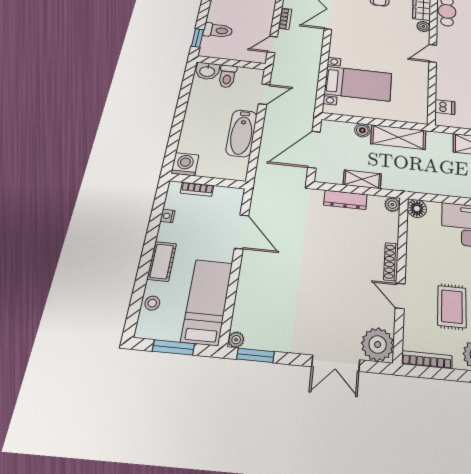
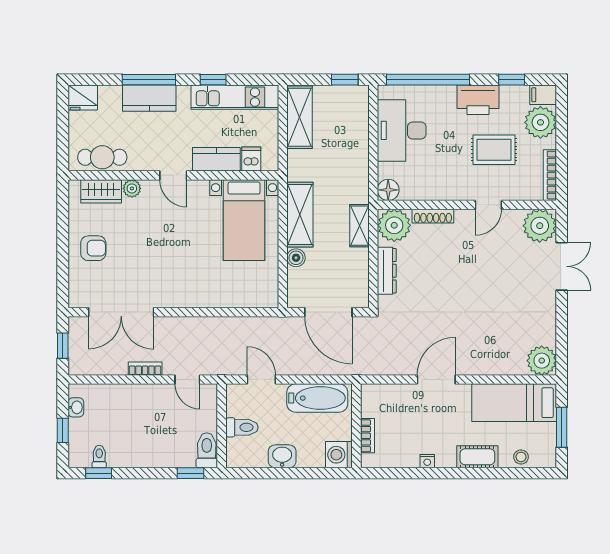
toilet: (218, 30) -> (207, 450), moved
washbasin: (207, 71) -> (282, 456), moved, turned -90
kitchen counter: (445, 83) -> (216, 159), added
bed with nightstands: (358, 84) -> (244, 220), moved, turned 180
washing machine: (185, 164) -> (339, 455), moved
shelving: (362, 179) -> (360, 226), moved
wall: (208, 181) -> (356, 426), moved
bookcase: (197, 189) -> (368, 436), moved
plant: (392, 205) -> (394, 225), width x1.88, depth x1.88
shoe rack: (391, 262) -> (433, 216), moved
plant: (236, 340) -> (542, 361), width x1.88, depth x1.88
window: (255, 355) -> (562, 346), removed

